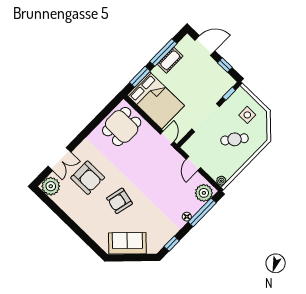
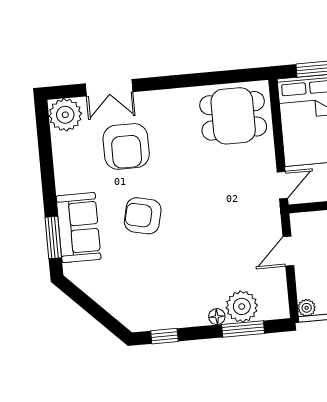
plant: (204, 193) -> (242, 306), moved
window: (202, 212) -> (243, 329), width x0.69
window: (90, 242) -> (53, 238), added
sofa: (127, 243) -> (79, 228), moved, turned 45

